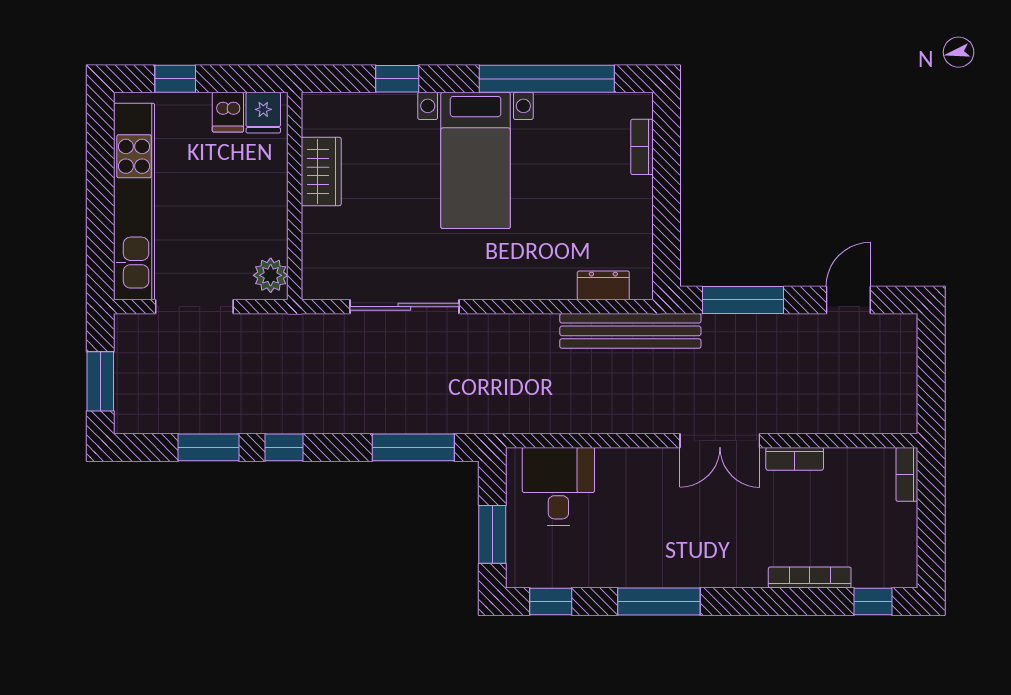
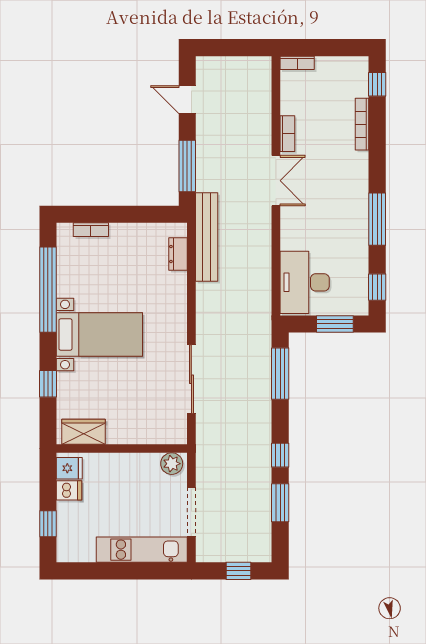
wardrobe: (321, 171) -> (84, 432), moved
kitchen unit: (134, 202) -> (142, 550), width x0.73
window: (100, 381) -> (238, 571), width x0.67
desk: (558, 486) -> (305, 282), width x1.37

